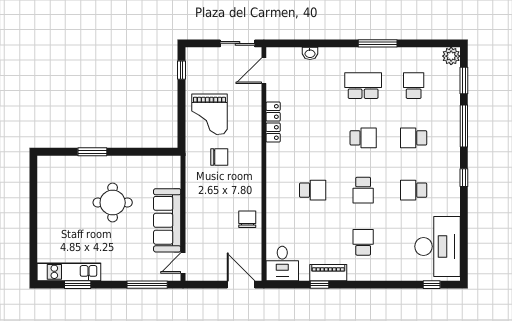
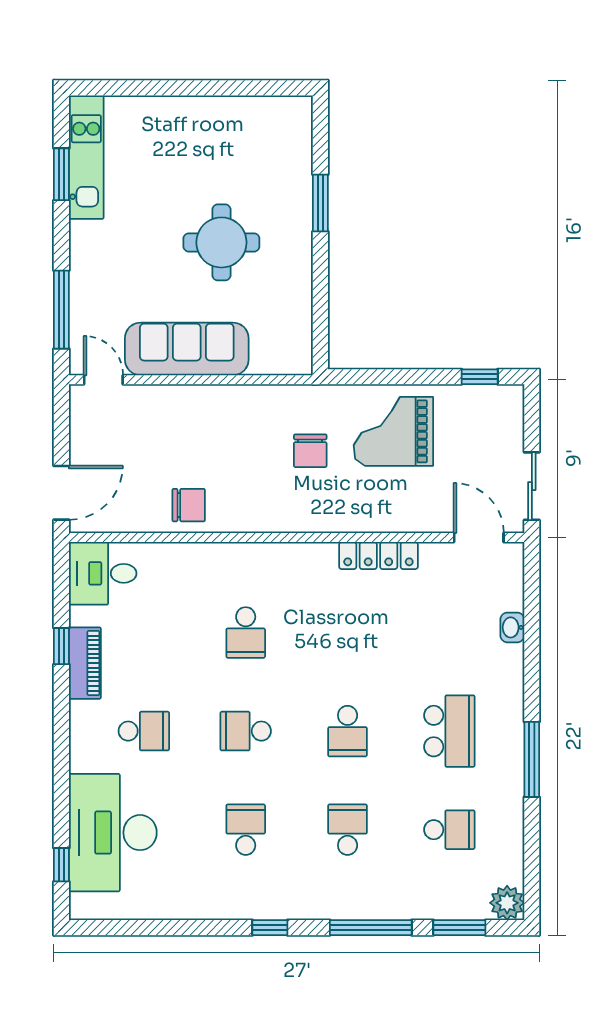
desk: (437, 246) -> (113, 833), moved, turned 90

